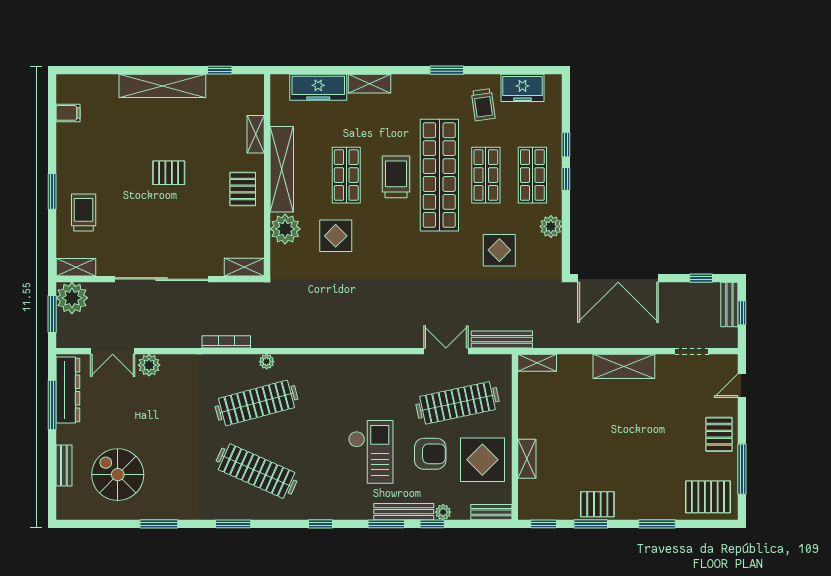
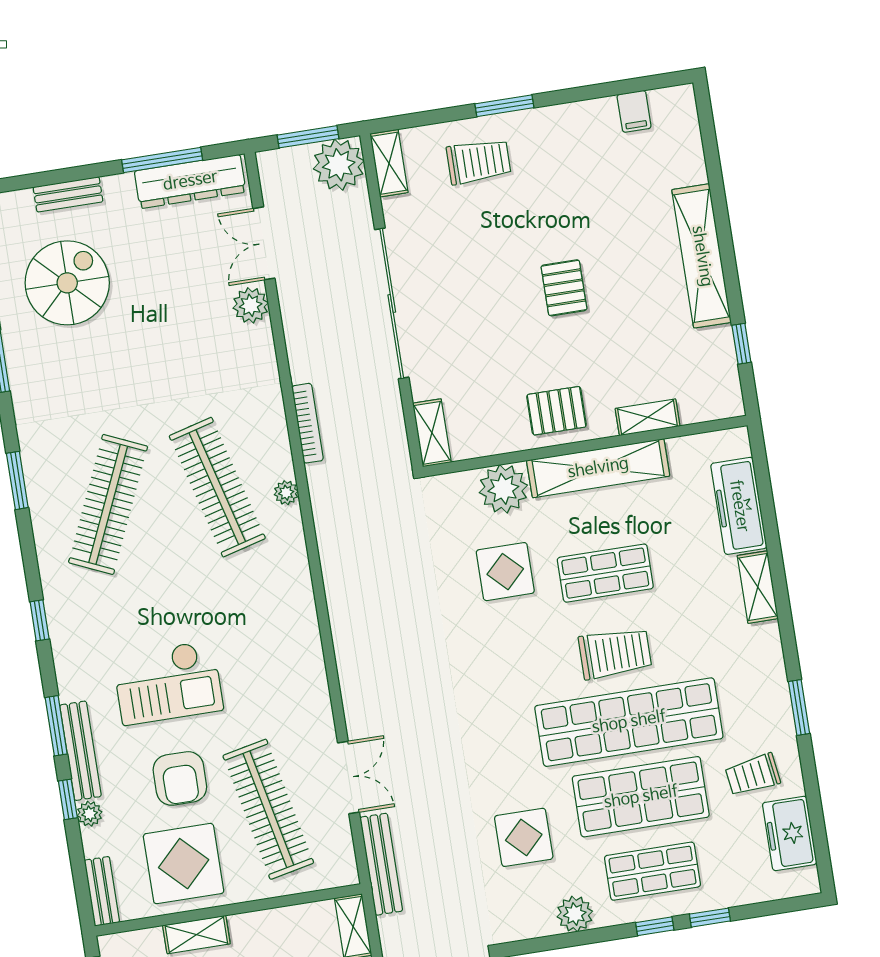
shop shelf: (486, 175) -> (641, 797), width x1.43, depth x1.36

